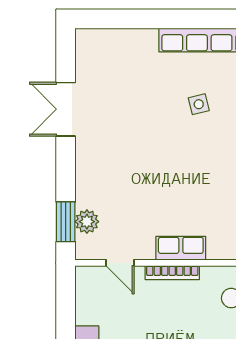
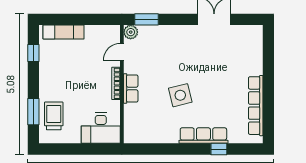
side table: (199, 104) -> (180, 95), moved, width x1.87, depth x1.87
plant: (87, 222) -> (131, 32), moved

